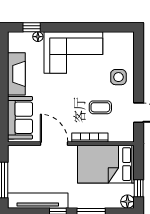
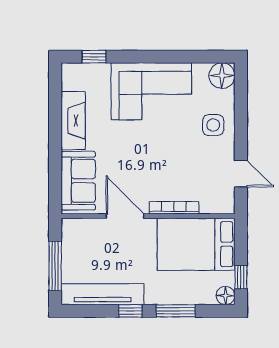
floor lamp: (38, 37) -> (222, 76), moved, width x1.89, depth x1.89
coffee table: (100, 107) -> (188, 166), removed

